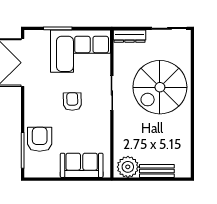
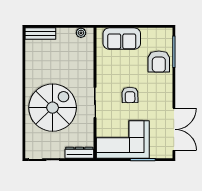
plant: (128, 167) -> (81, 33), width x0.53, depth x0.53
bench: (157, 171) -> (40, 34), moved

